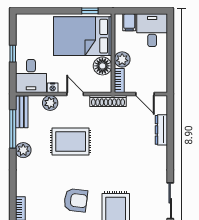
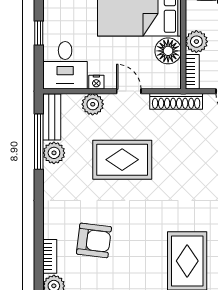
plant: (23, 150) -> (54, 153), moved
armchair: (76, 200) -> (94, 240), moved

